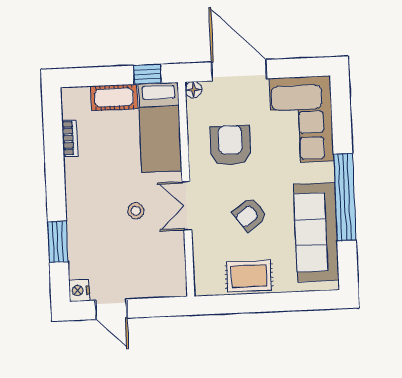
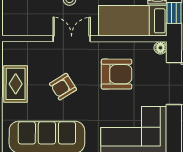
armchair: (250, 214) -> (63, 87), turned -86

